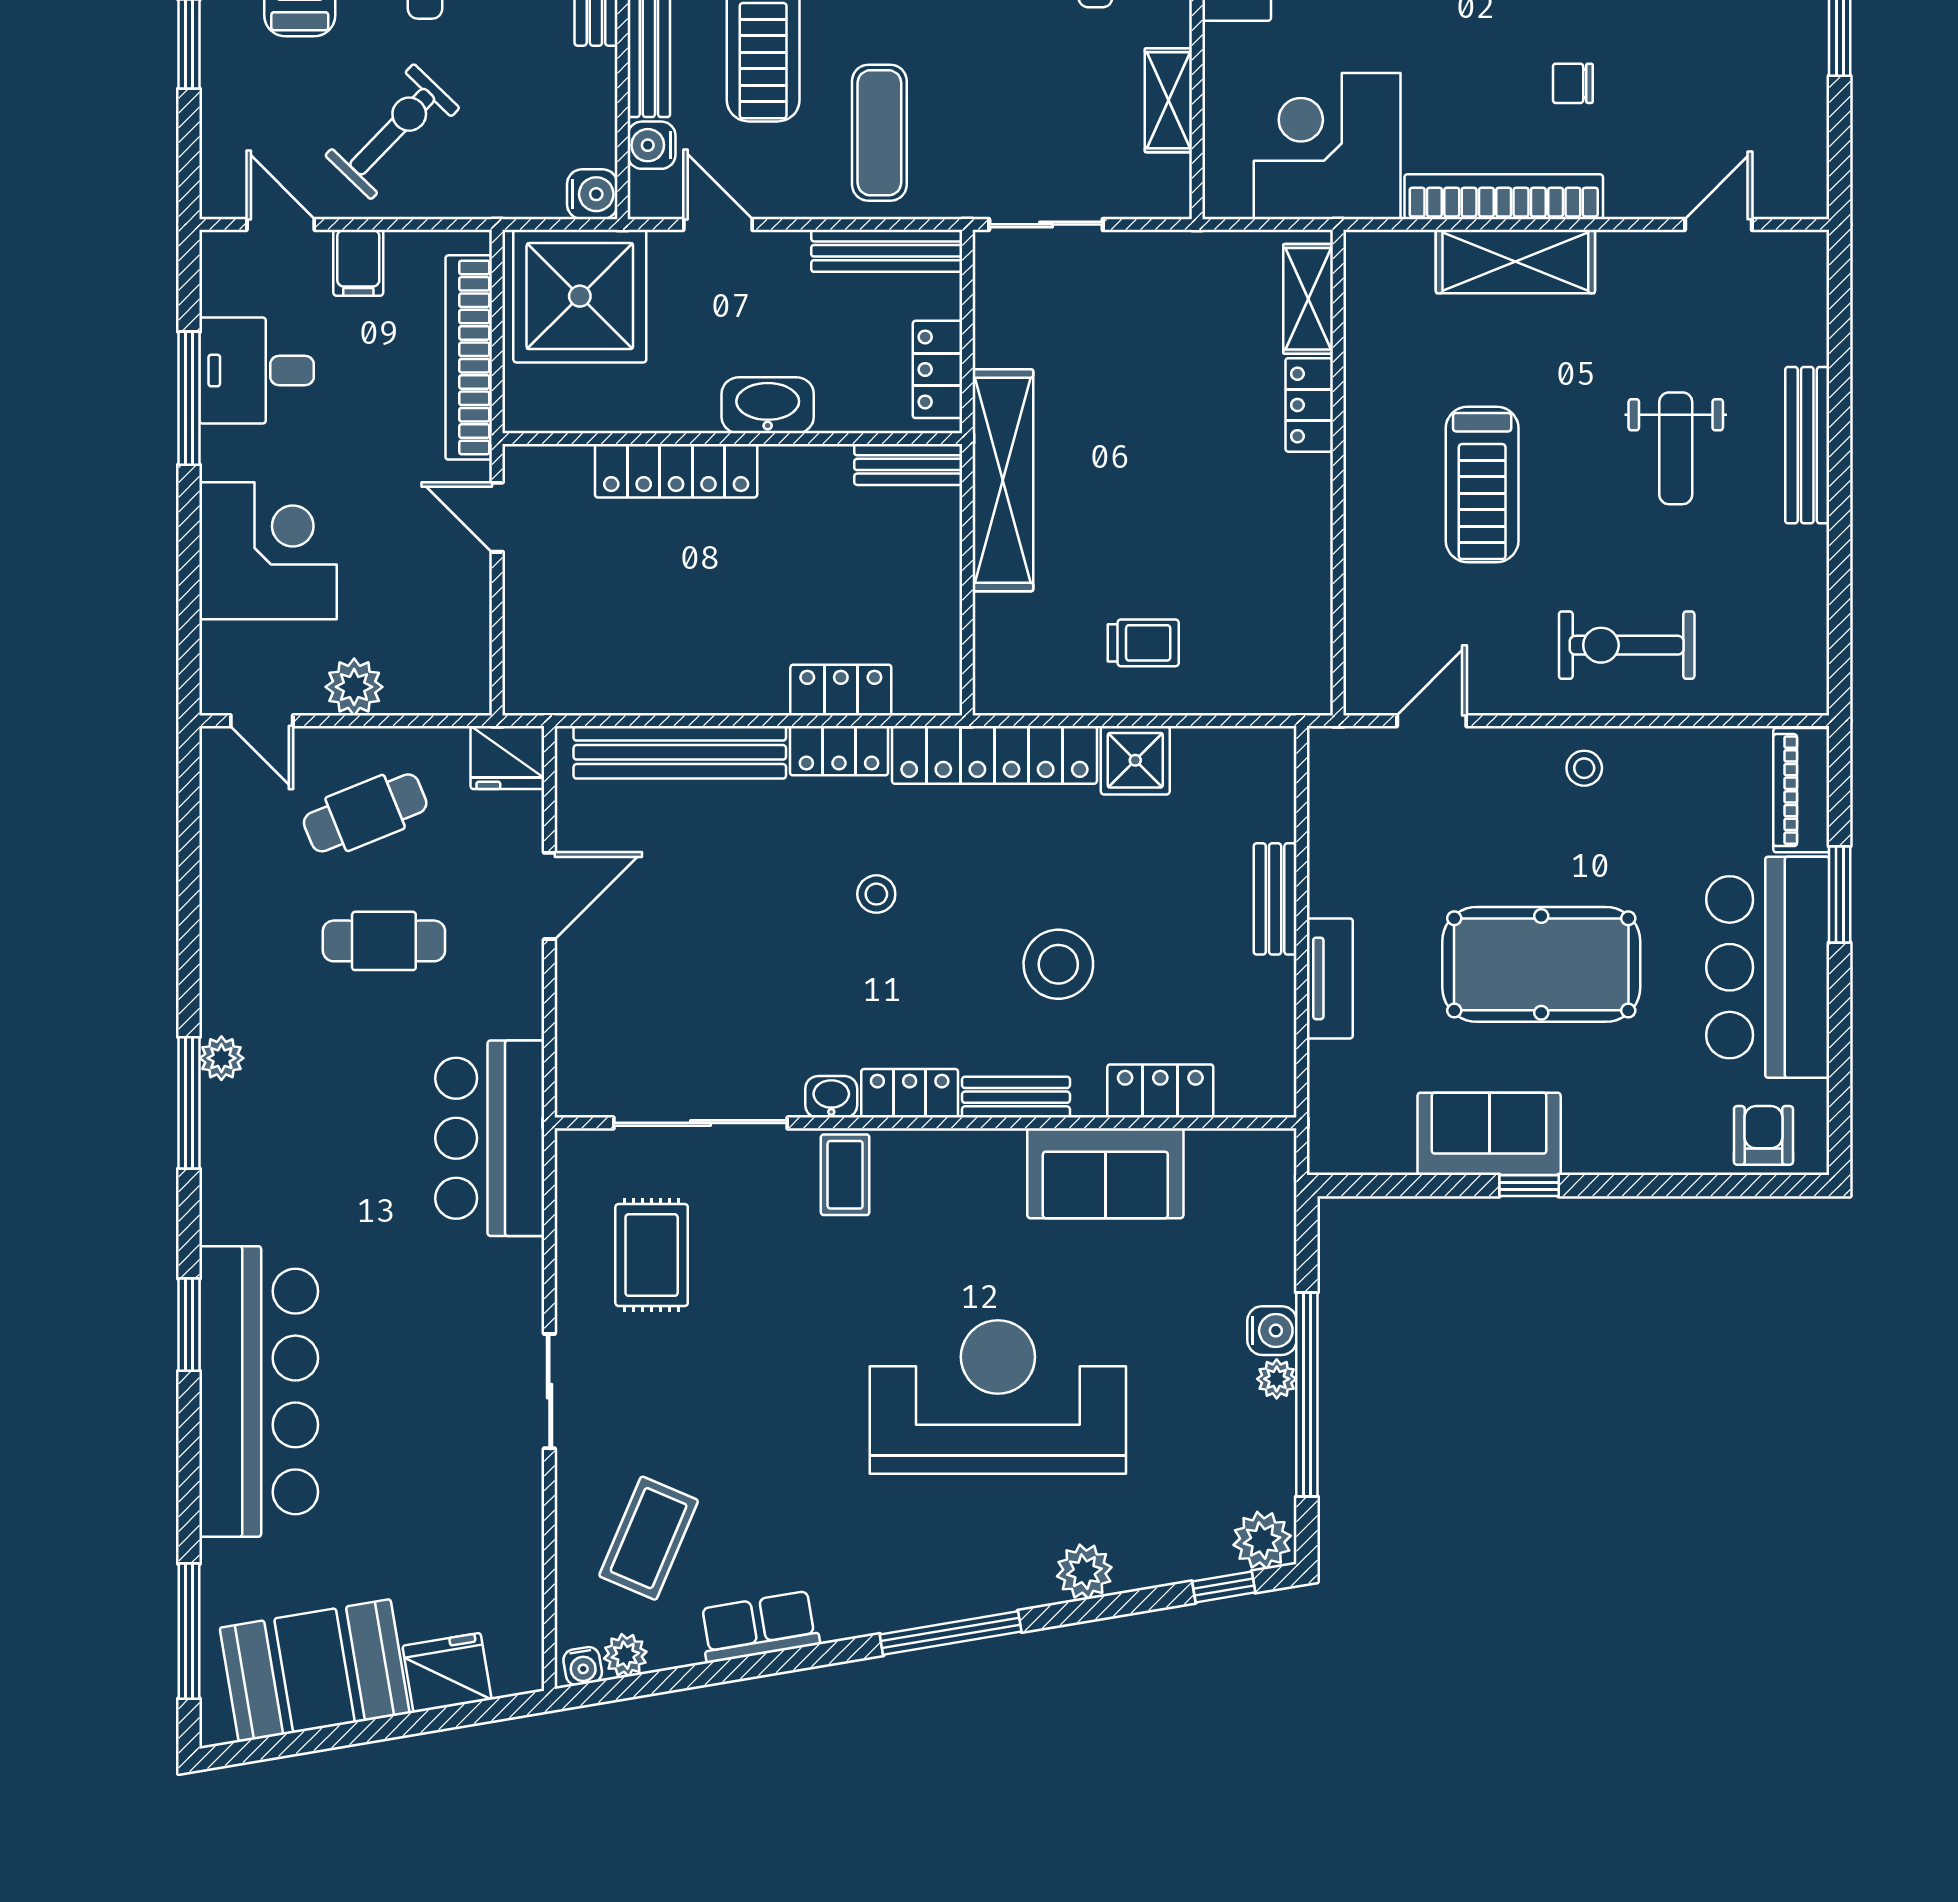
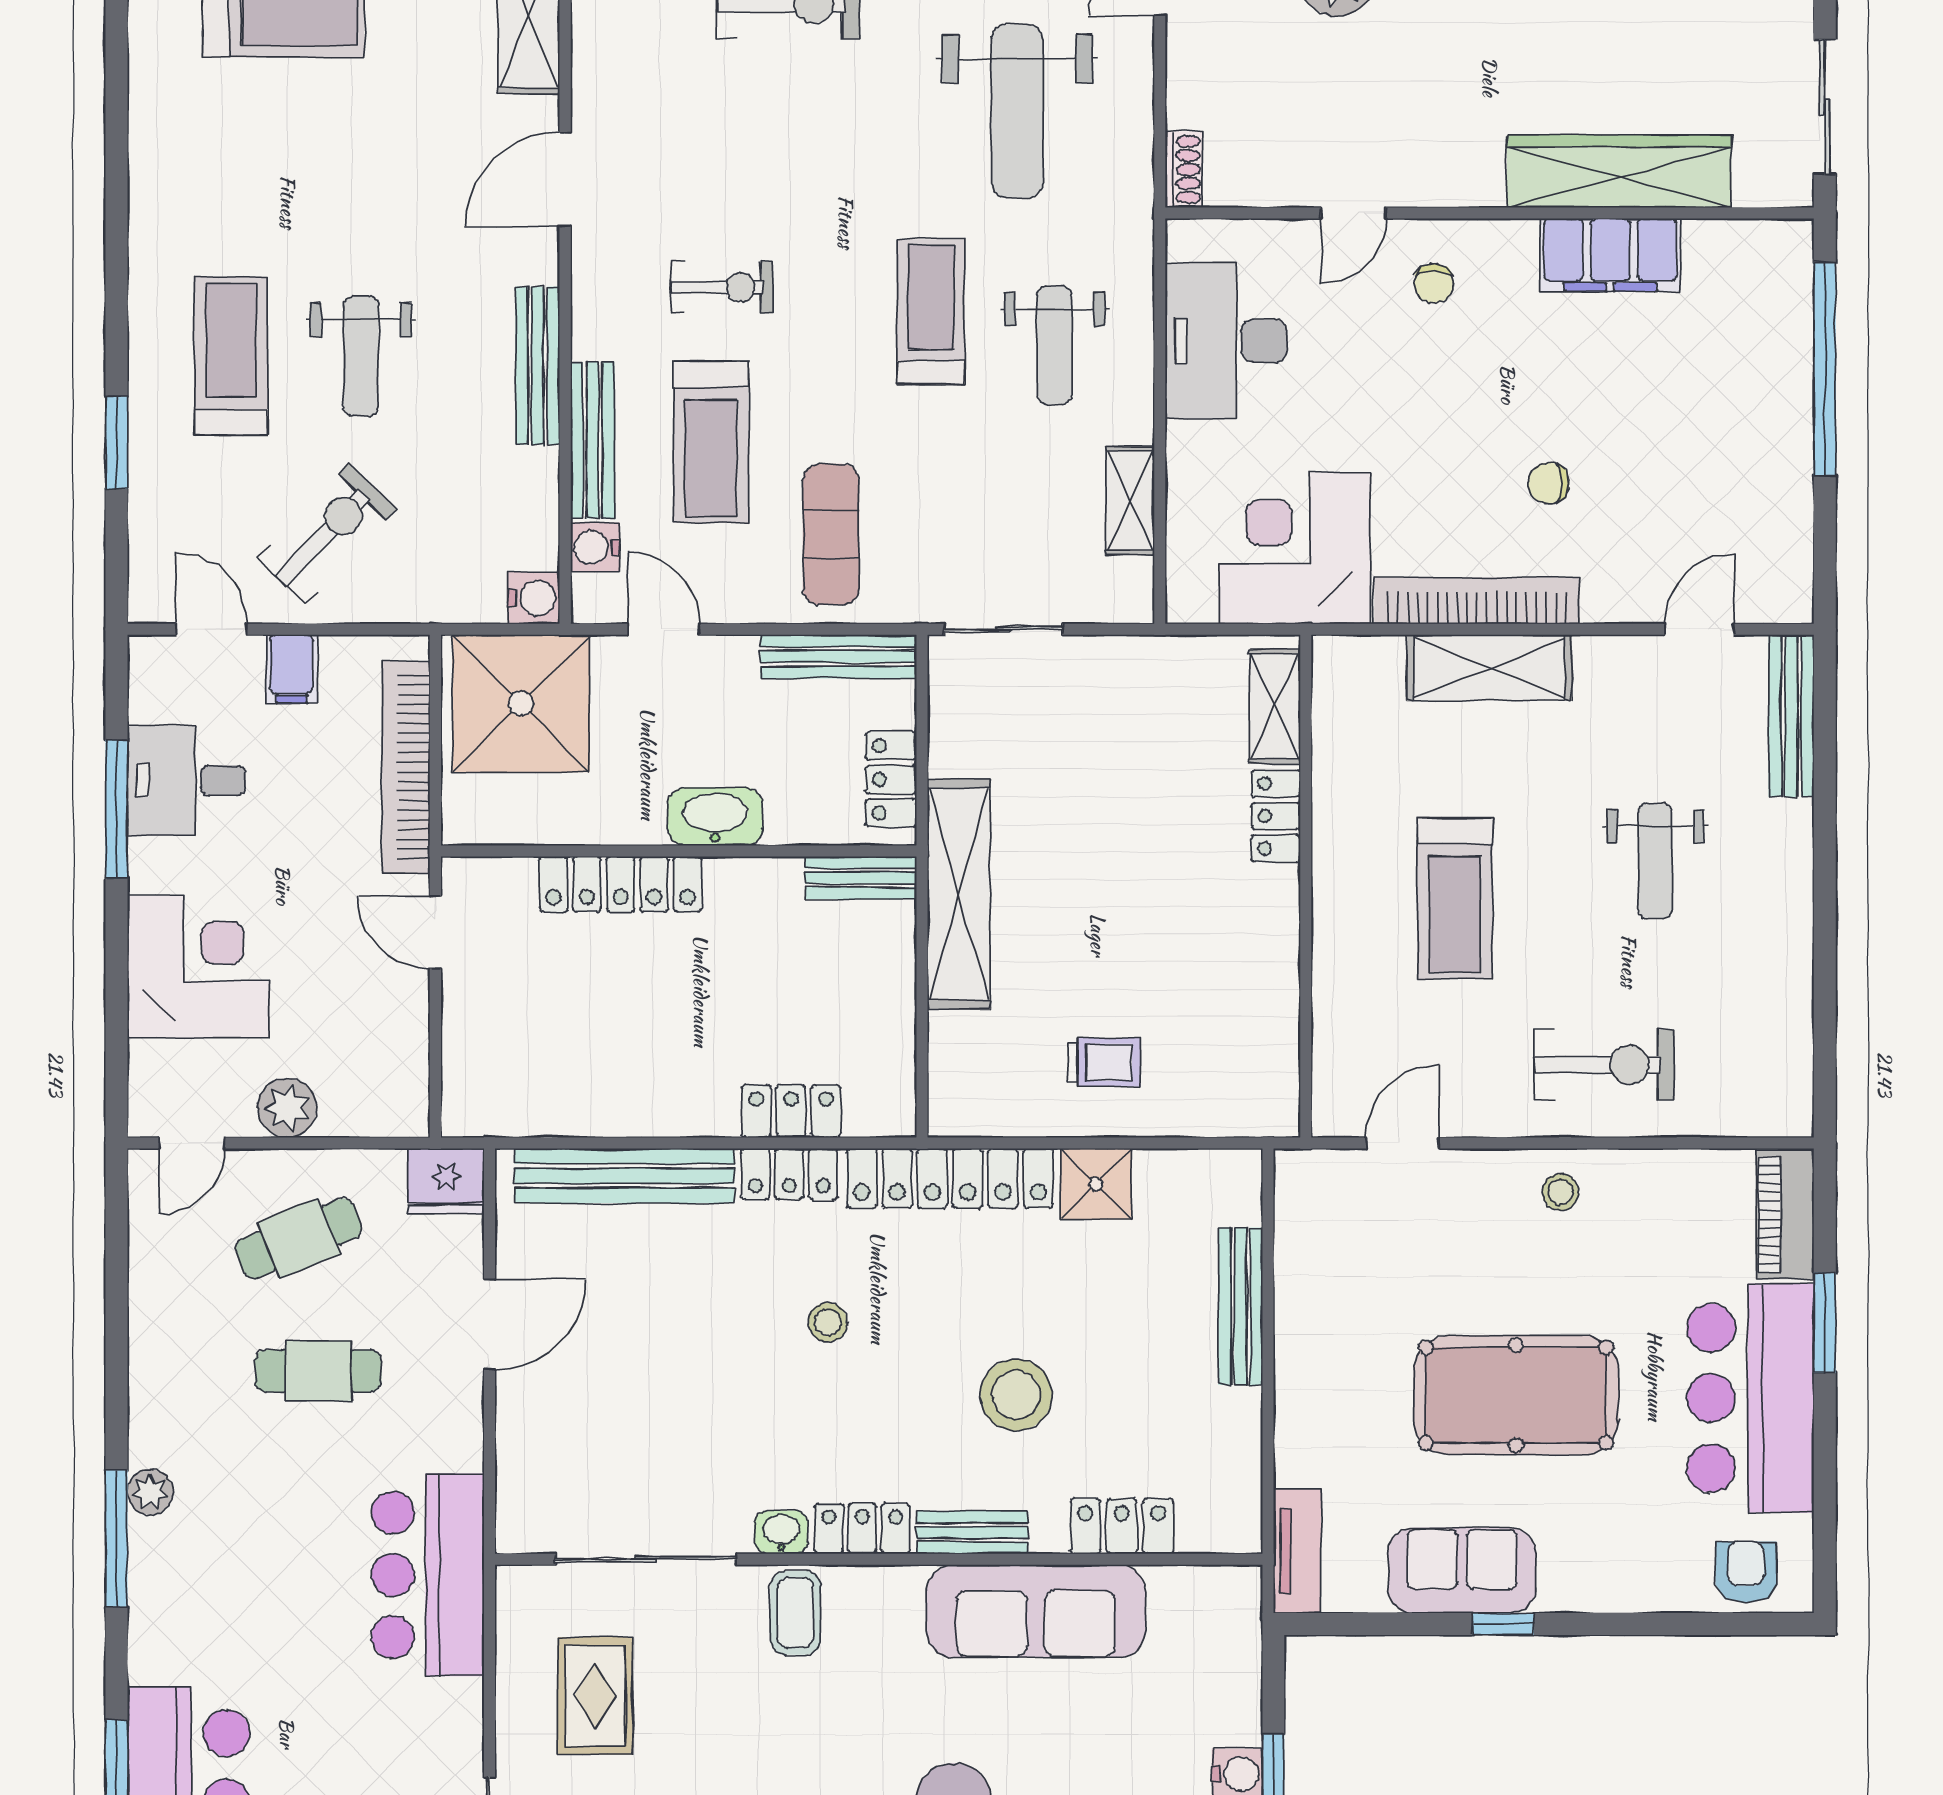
bench: (1807, 445) -> (1791, 716), moved
exercise bike: (1627, 645) -> (1604, 1065), turned 180
door: (262, 721) -> (192, 1143), hinge flipped
bench: (1275, 899) -> (1241, 1306), width x1.36
tv unit: (1330, 978) -> (1297, 1551), moved
sofa: (1105, 1173) -> (1036, 1611), width x1.36

